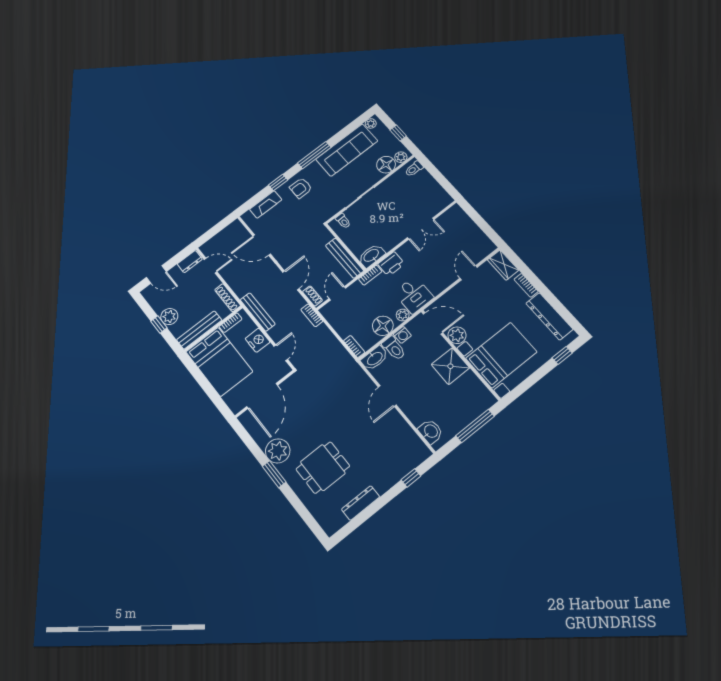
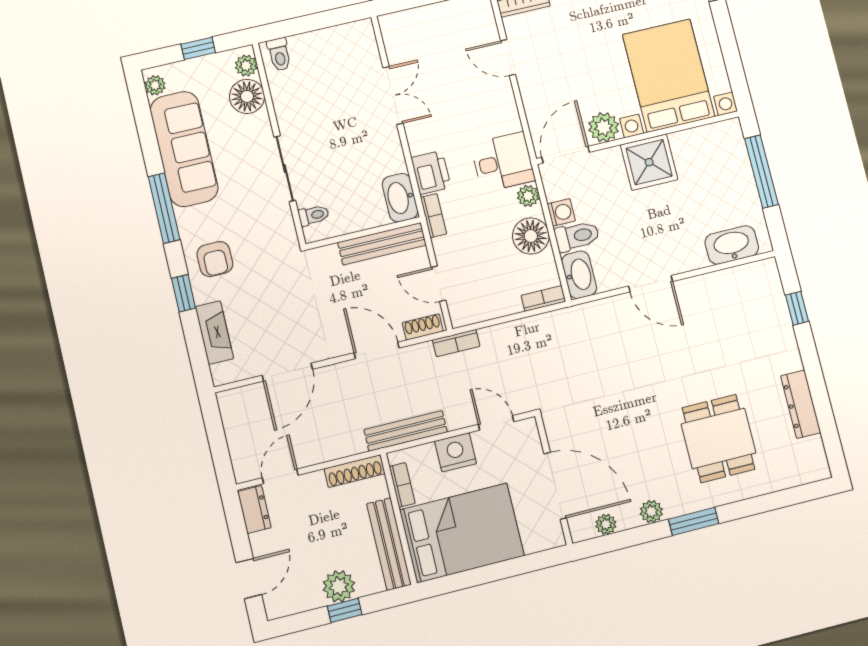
plant: (253, 430) -> (606, 524), added
washbasin: (431, 431) -> (732, 245), width x1.38
plant: (278, 451) -> (651, 512), width x0.53, depth x0.53

